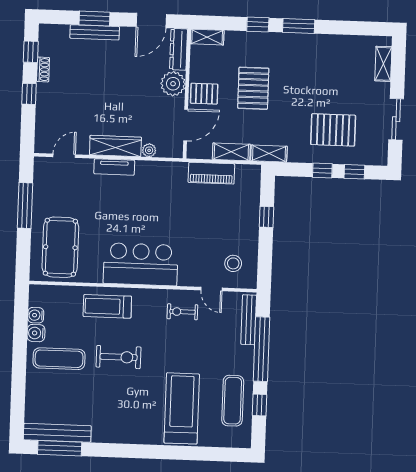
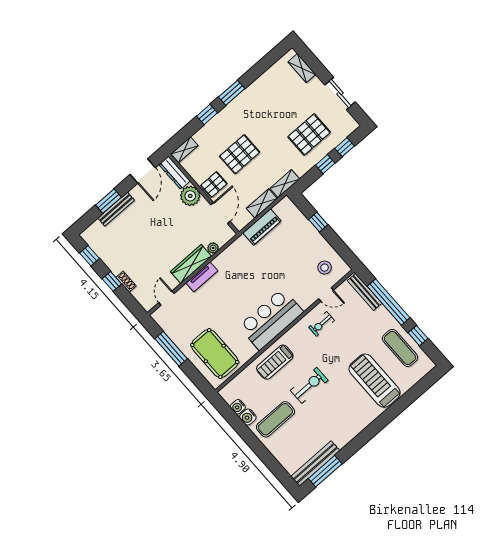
shoe rack: (43, 69) -> (126, 282), moved
pallet: (253, 88) -> (240, 154), turned 90

